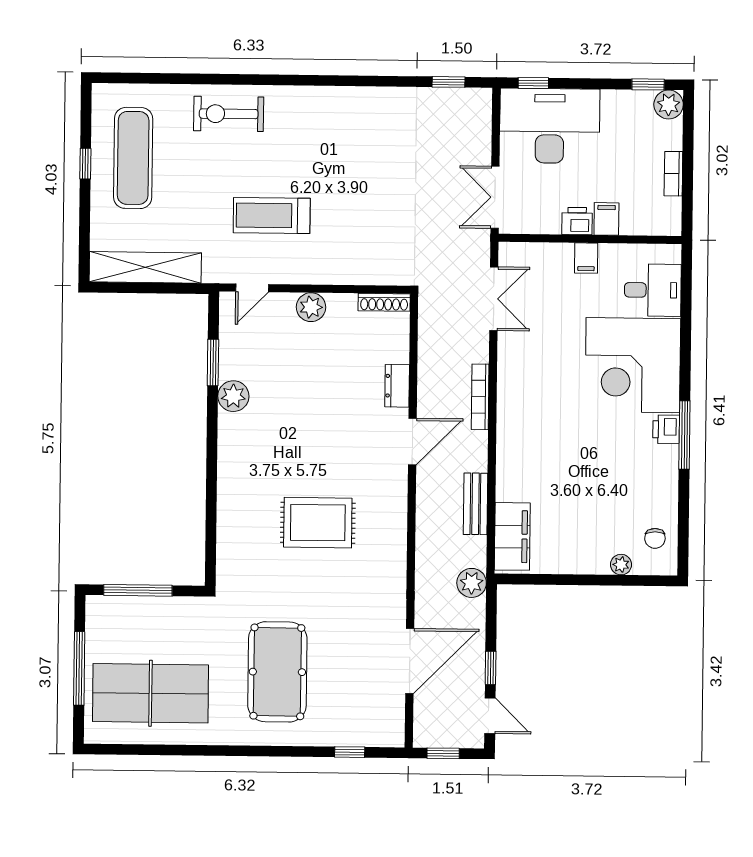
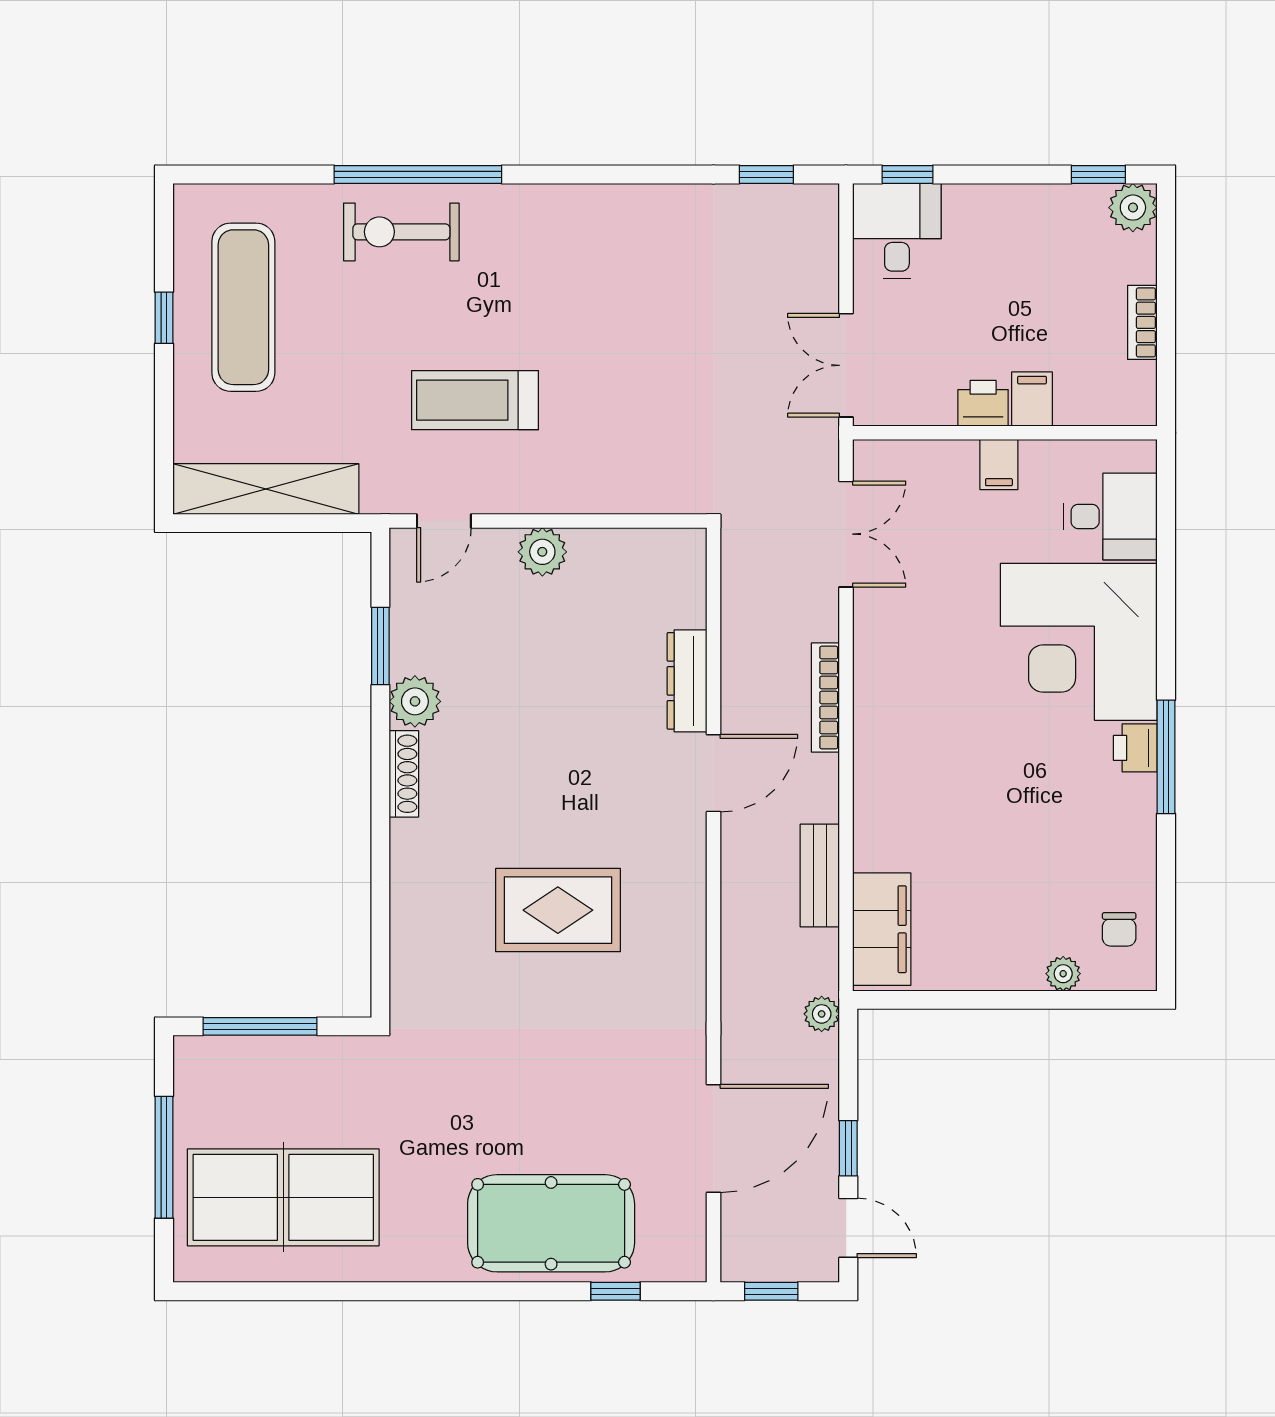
window: (239, 79) -> (418, 174), added
desk: (550, 126) -> (897, 231), width x0.53, depth x0.77
shoe rack: (384, 302) -> (404, 774), moved, turned -90
dresser: (397, 386) -> (687, 681), width x1.44
plant: (472, 583) -> (822, 1014), width x0.73, depth x0.73
pool table: (277, 672) -> (551, 1223), moved, turned 90

